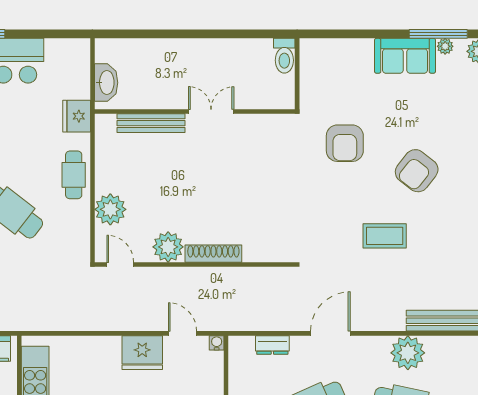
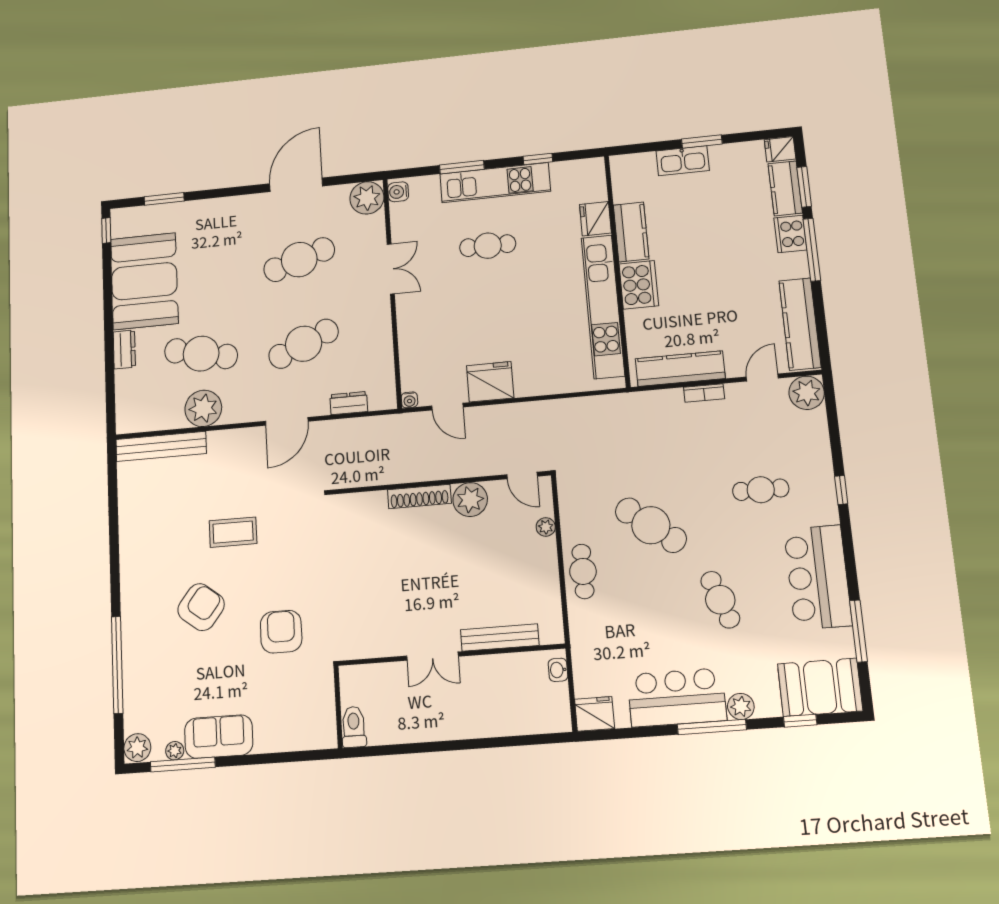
washbasin: (106, 83) -> (558, 670), width x0.52, depth x0.69
fridge: (77, 116) -> (595, 714), moved, turned -90
plant: (110, 209) -> (546, 527), width x0.53, depth x0.53

